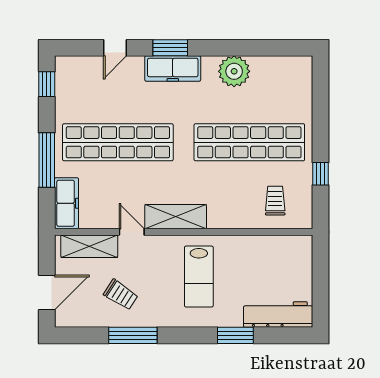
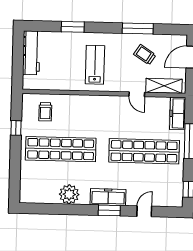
shelving: (176, 217) -> (109, 103), removed
workbench: (278, 315) -> (31, 53), moved, turned -90

